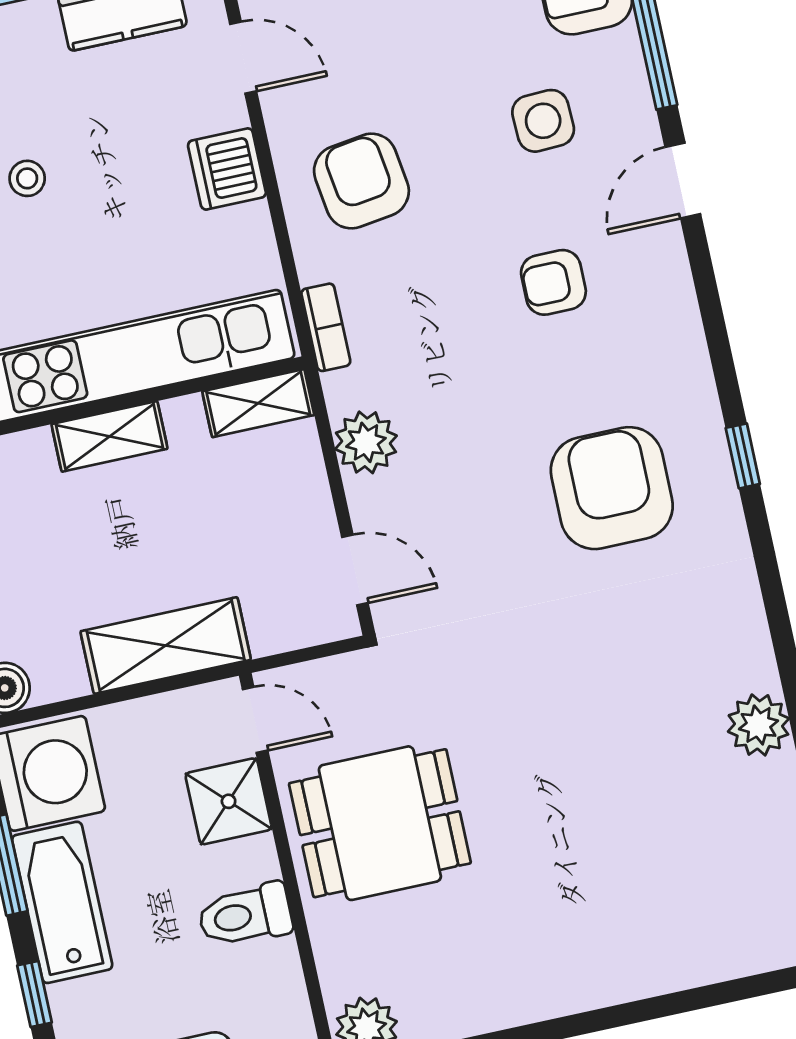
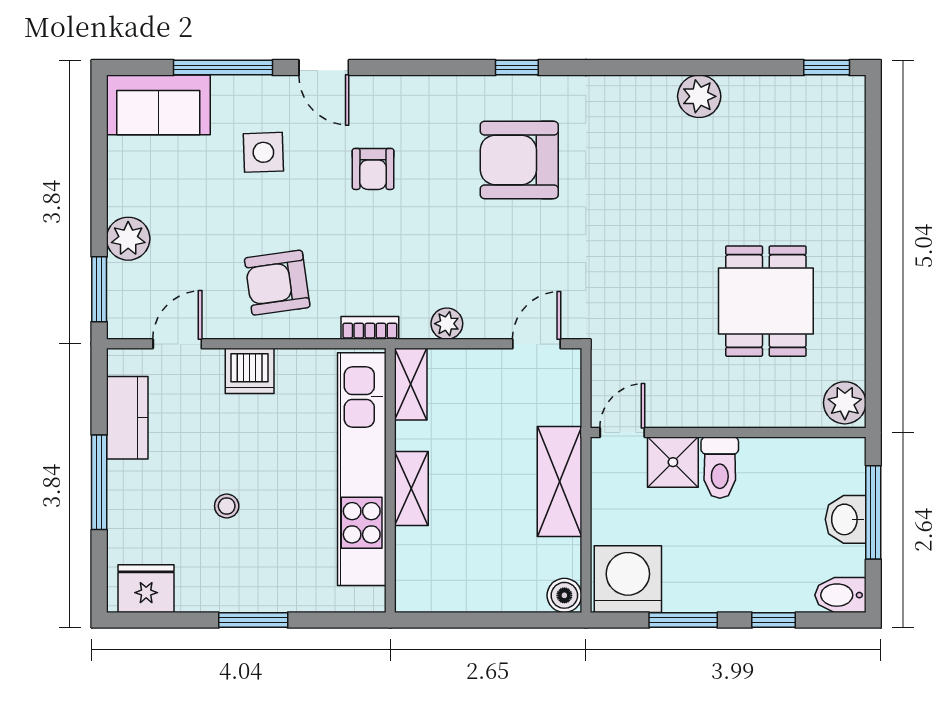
plant: (366, 442) -> (447, 324), width x0.73, depth x0.73
dining table: (380, 823) -> (766, 301), moved
bathtub: (62, 902) -> (716, 588), removed
toilet: (245, 915) -> (720, 468), moved

